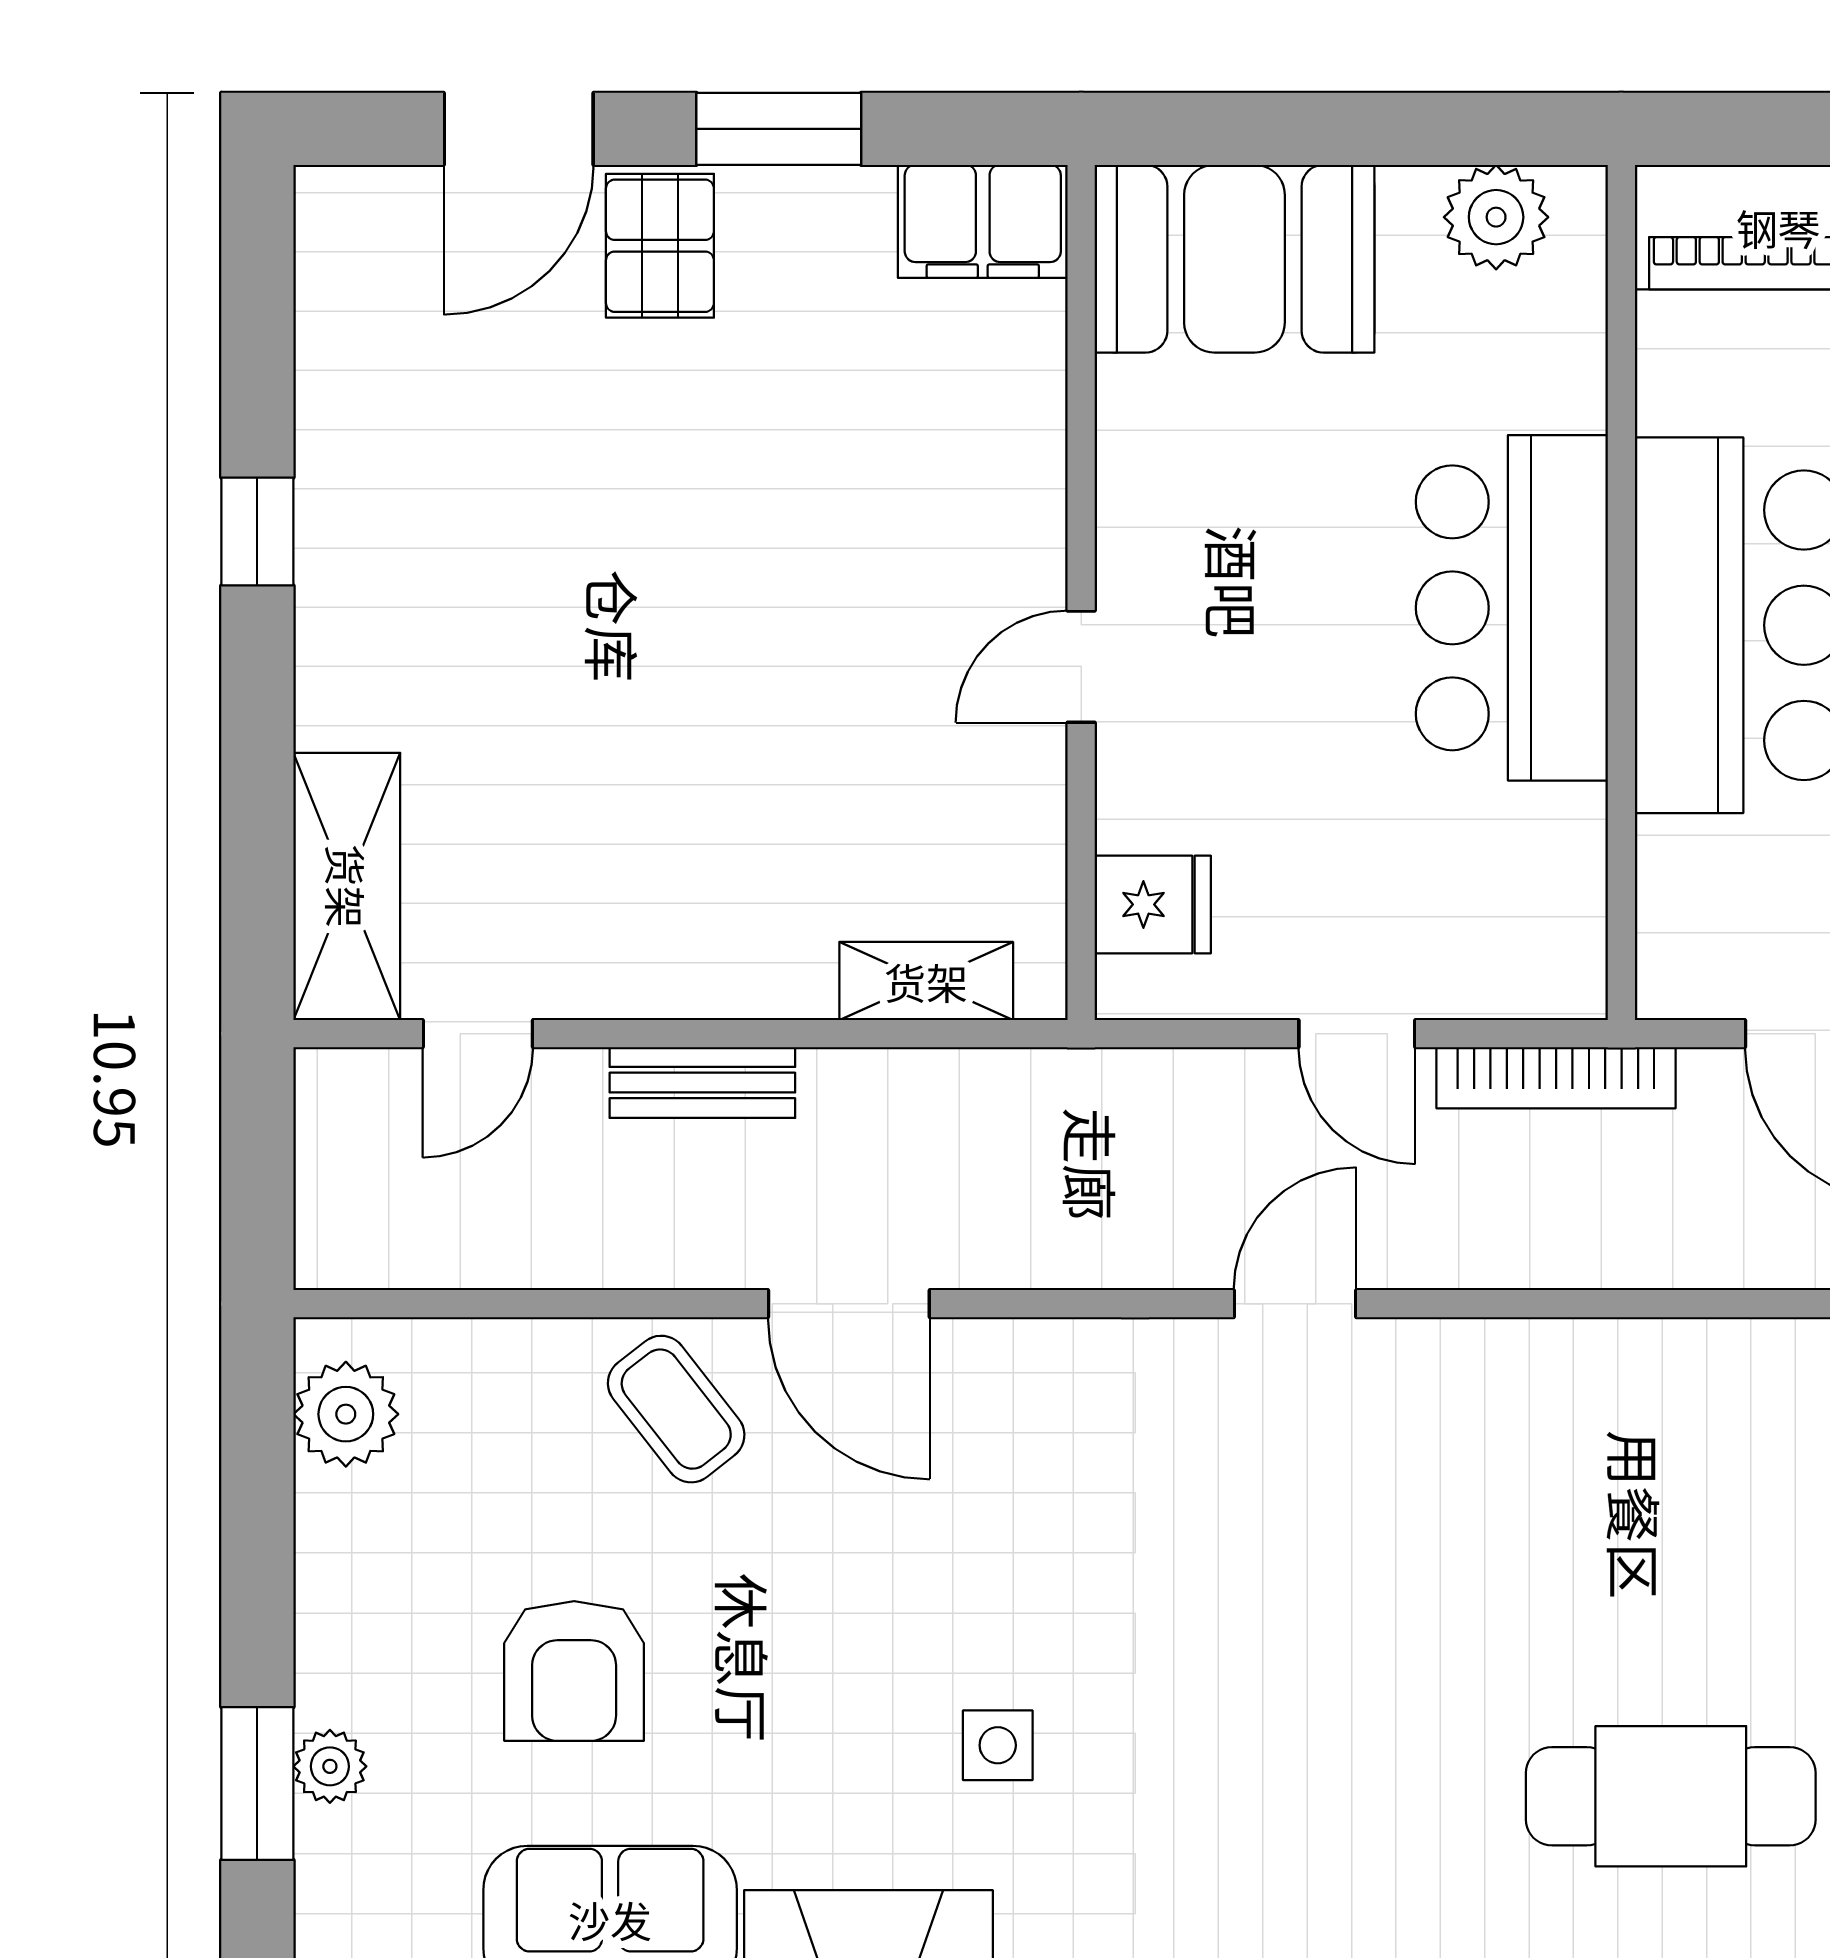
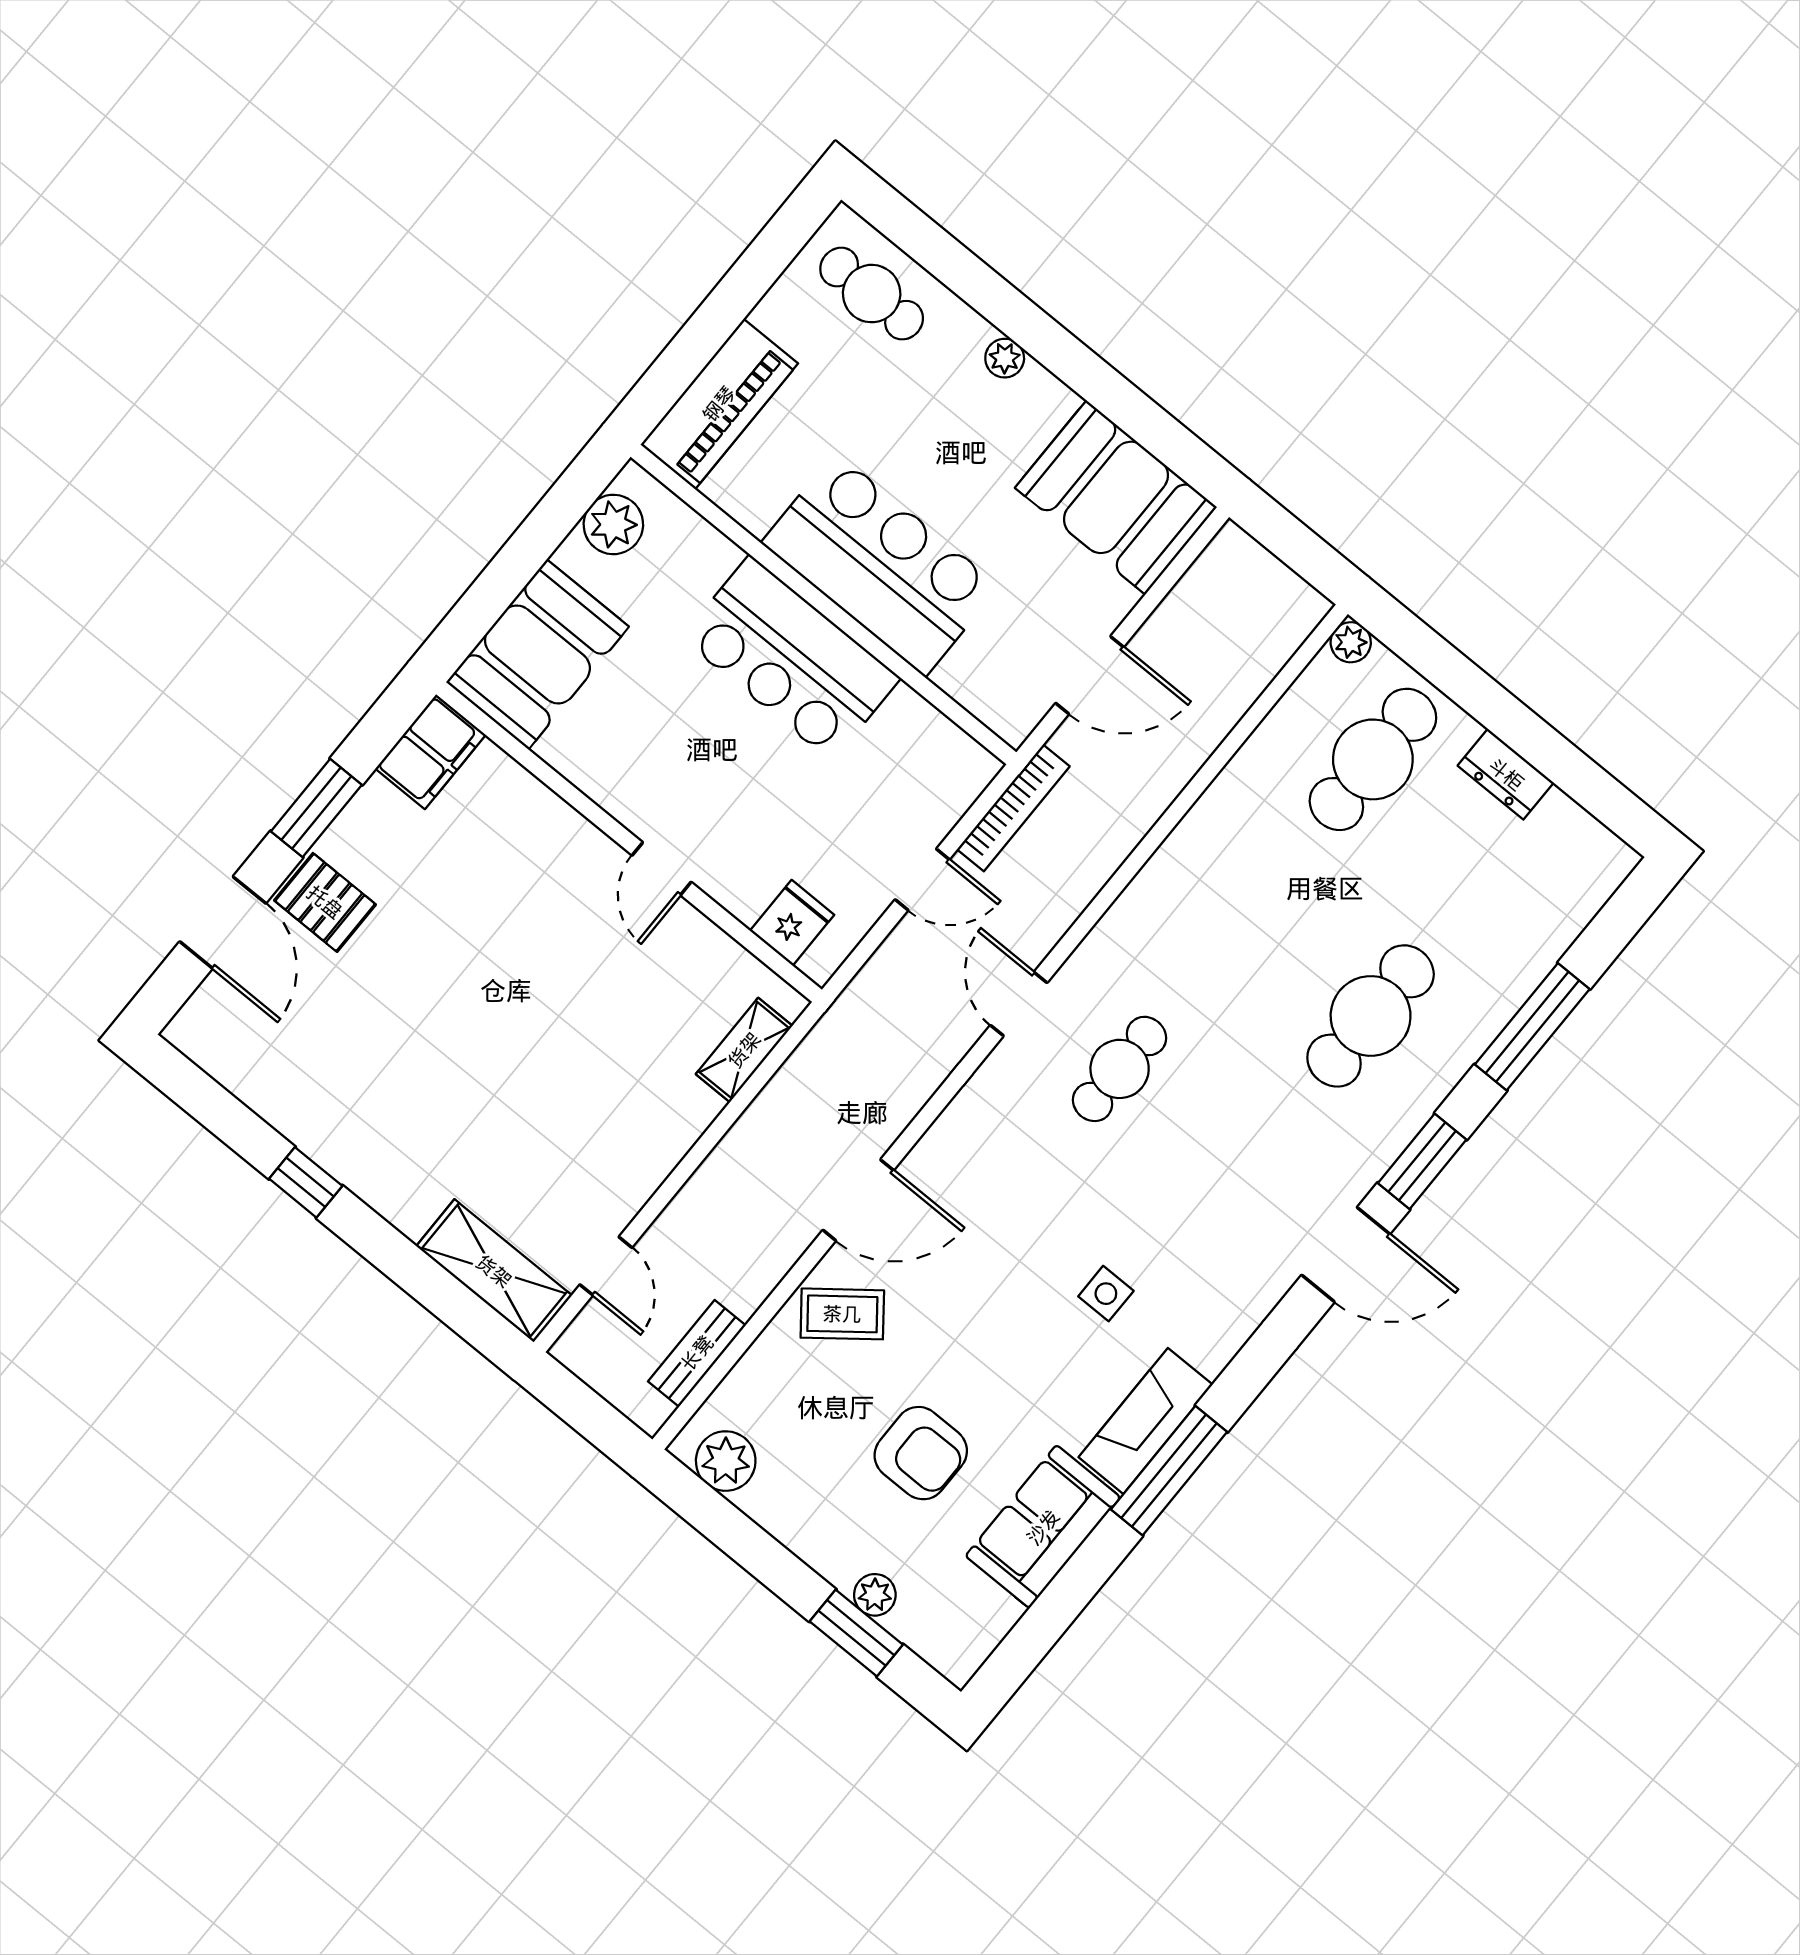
bench: (702, 1083) -> (697, 1353), moved
cafe table: (1319, 1513) -> (1120, 1069), added

